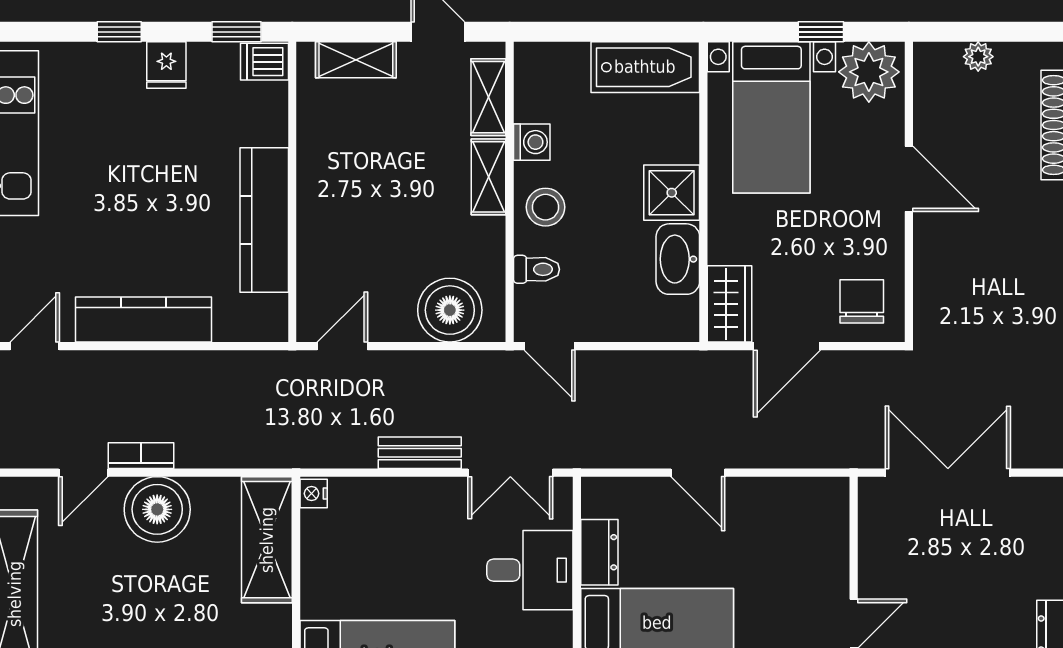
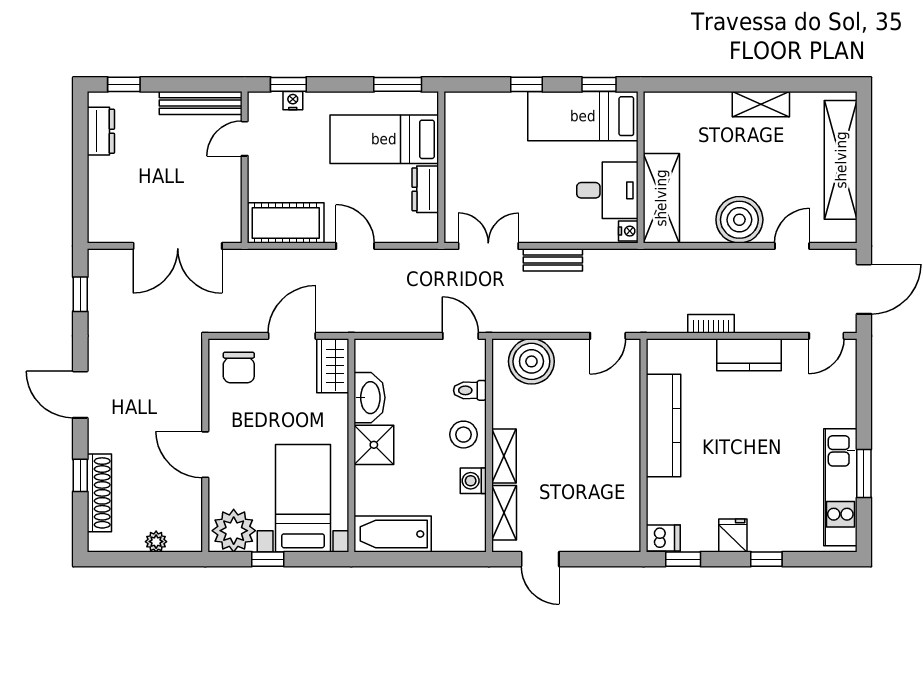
shelving: (356, 60) -> (598, 539), removed
kitchen counter: (144, 319) -> (749, 355), width x0.67
bookcase: (141, 456) -> (711, 324), moved, turned 180
cot: (796, 505) -> (286, 223), added
desk: (530, 570) -> (607, 190), moved, turned 180

